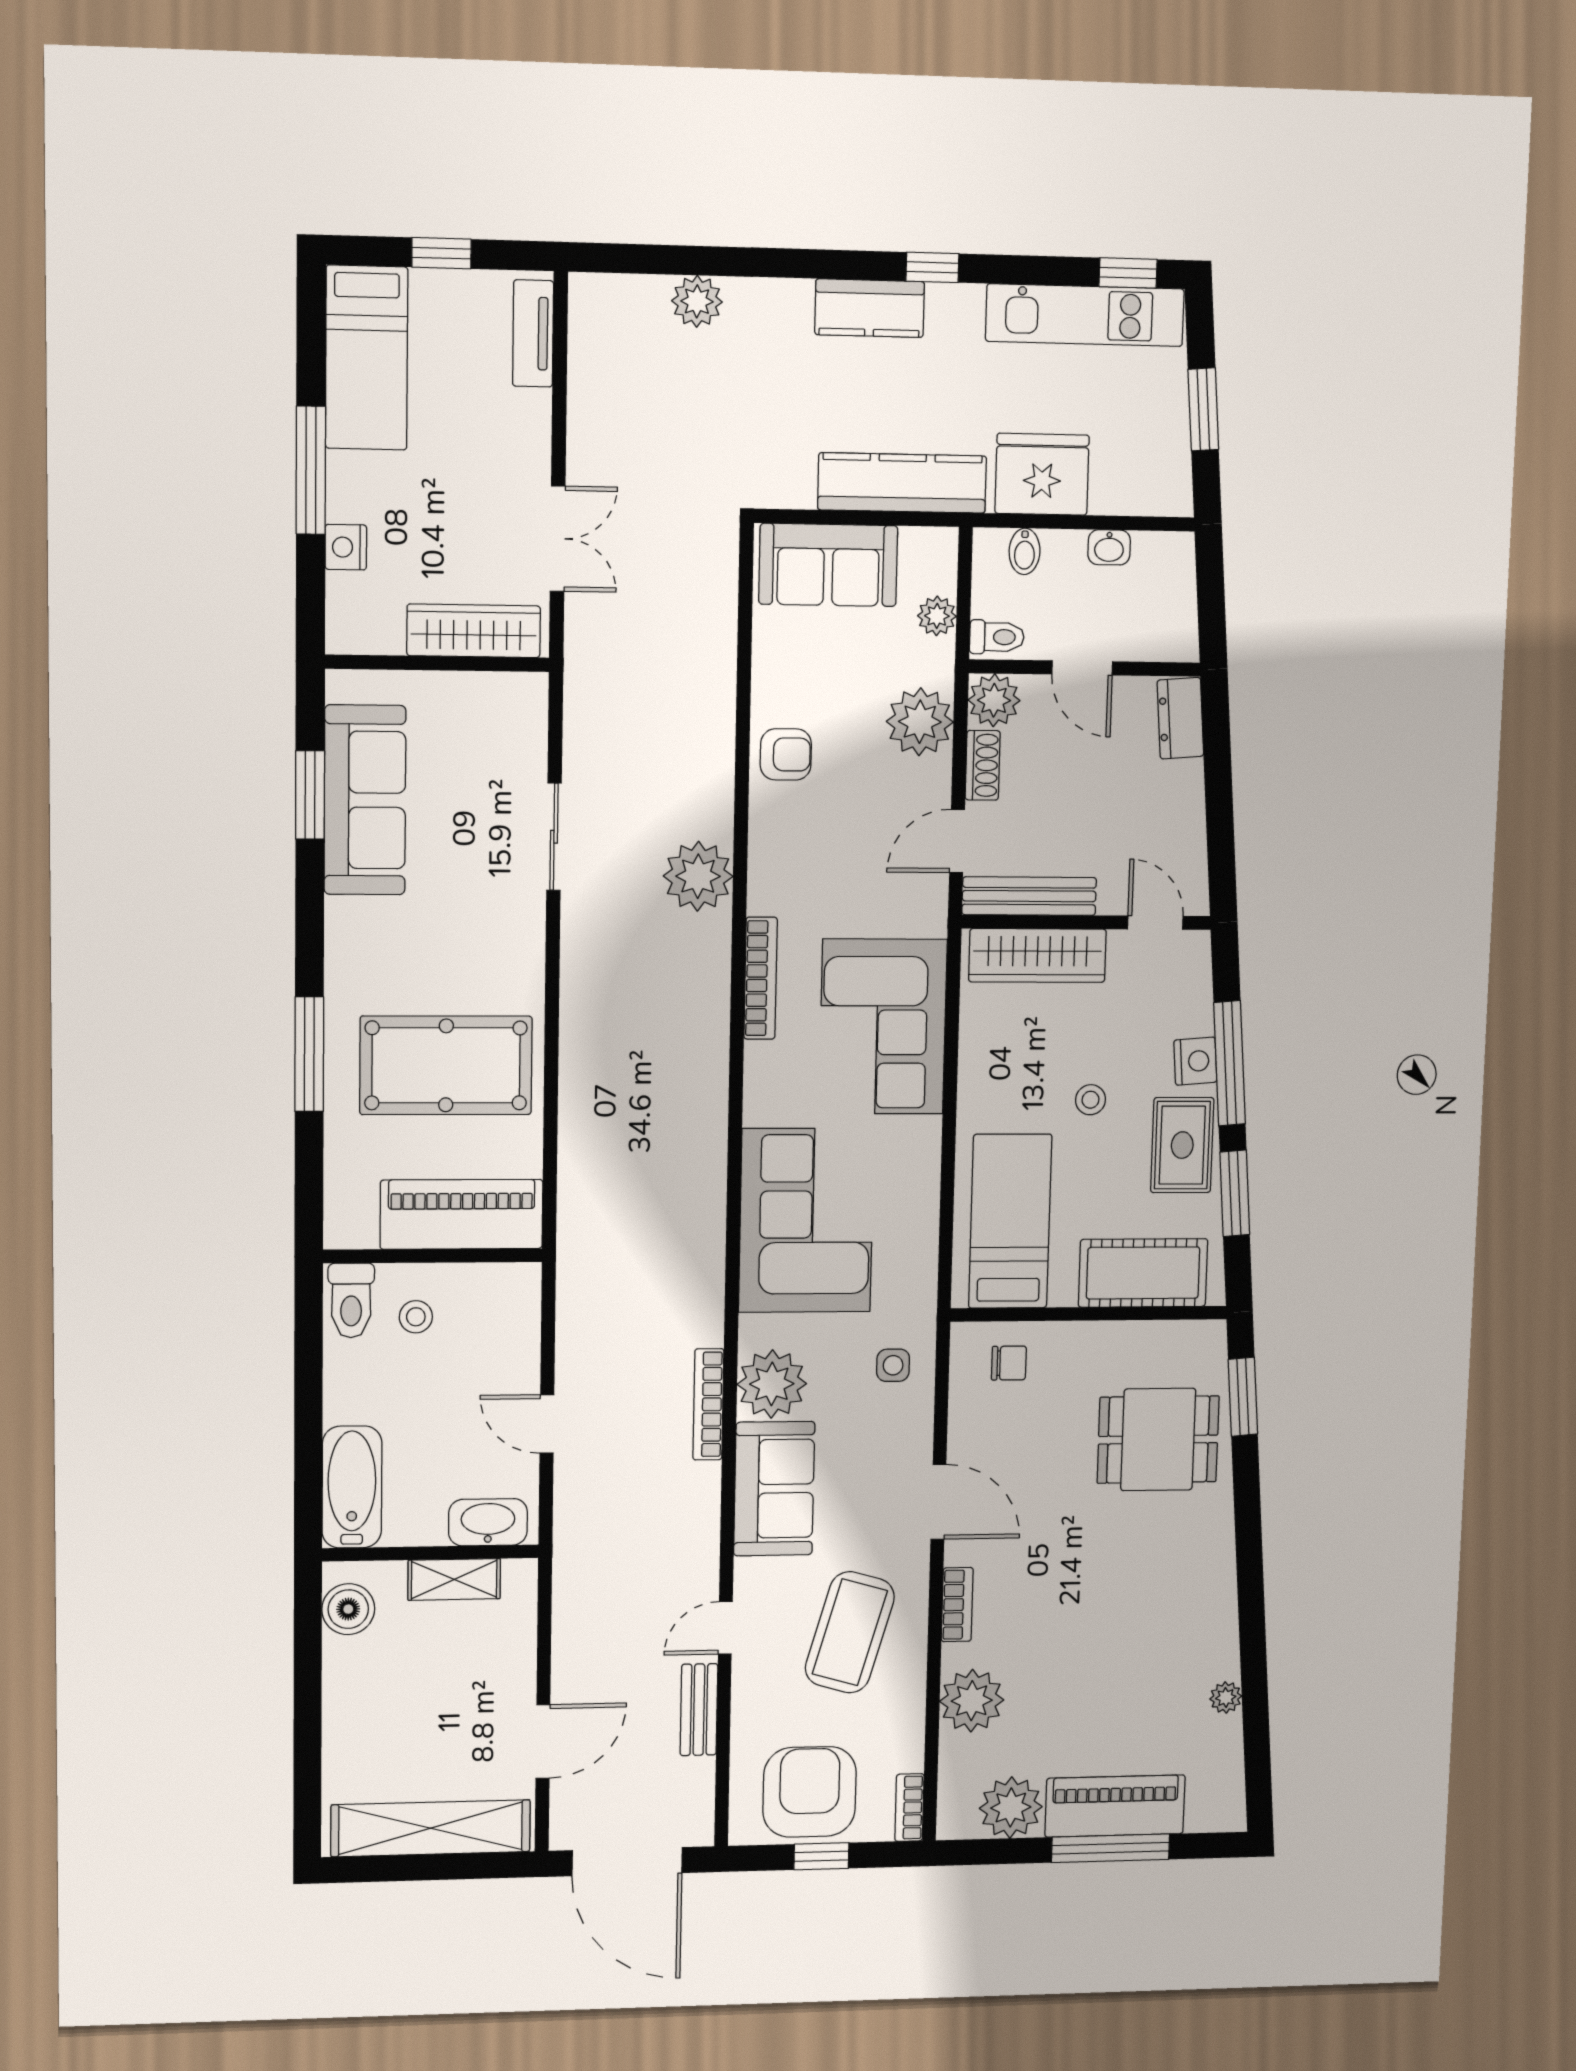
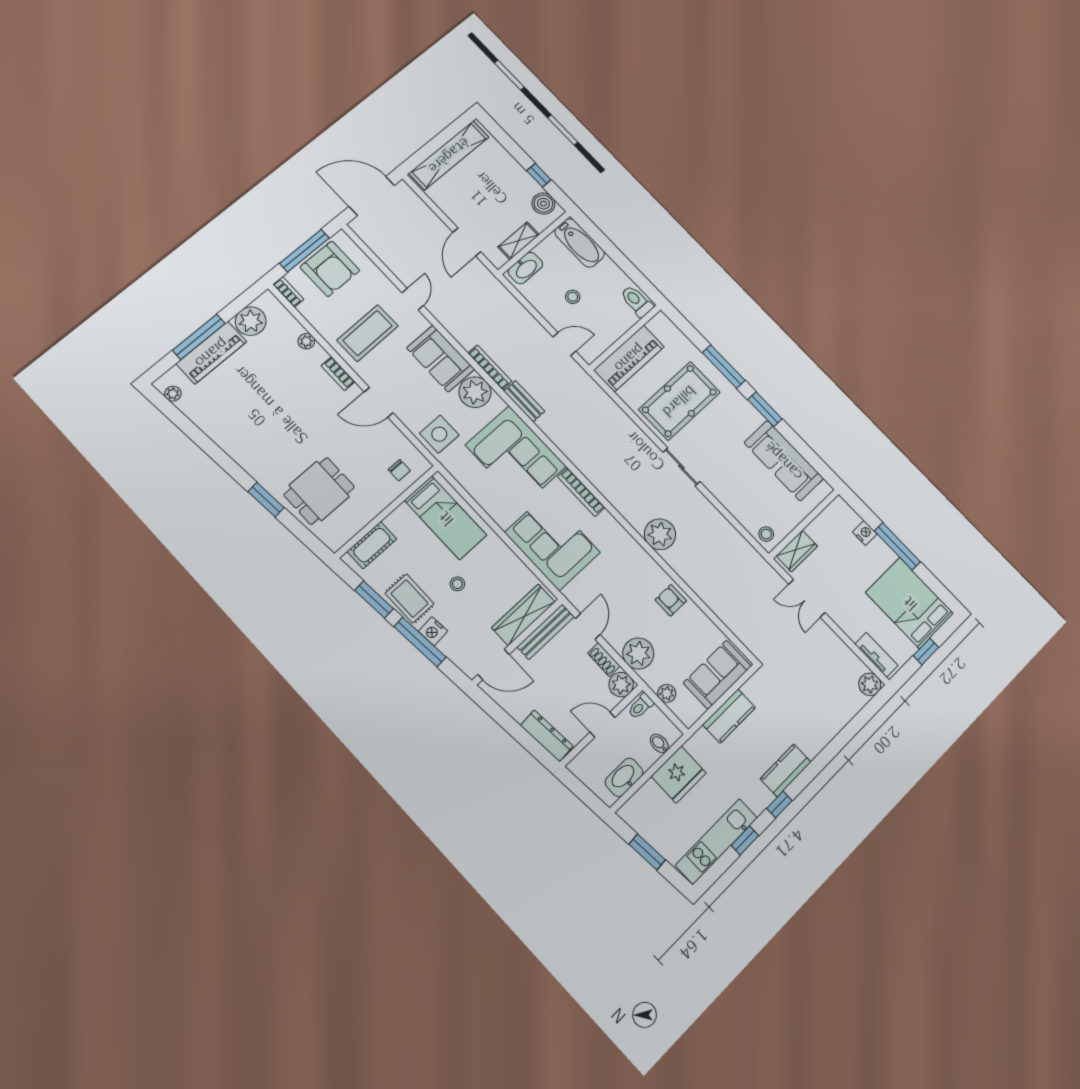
window: (1128, 273) -> (745, 840), moved
plant: (697, 301) -> (870, 684), moved
bed: (367, 358) -> (910, 603), width x1.50
kitchen counter: (902, 483) -> (729, 716), width x0.67
washbasin: (1109, 547) -> (624, 777), width x1.91, depth x1.45
wardrobe: (474, 631) -> (797, 551), width x0.67
stool: (520, 708) -> (766, 534), added
dresser: (1180, 718) -> (547, 736), width x1.44
armchair: (786, 754) -> (671, 600), turned 90
window: (310, 795) -> (765, 409), moved
sliding door: (554, 837) -> (681, 467), moved
door: (1155, 923) -> (494, 664), width x1.38
bookcase: (761, 978) -> (581, 492), moved
cot: (1143, 1273) -> (372, 545), width x0.73, depth x0.75
stool: (416, 1317) -> (573, 297), moved
chair: (1009, 1363) -> (399, 470), turned -90
side table: (893, 1365) -> (439, 434), width x1.87, depth x1.87
window: (1243, 1397) -> (266, 500), moved
door: (547, 1424) -> (564, 344), moved
coffee table: (850, 1632) -> (368, 333), turned 73
window: (308, 1666) -> (539, 175), added
plant: (1226, 1697) -> (173, 394), moved
plant: (972, 1701) -> (306, 341), width x0.53, depth x0.53
bench: (699, 1710) -> (524, 401), moved
door: (543, 1742) -> (467, 242), moved
window: (821, 1856) -> (305, 251), width x2.17

